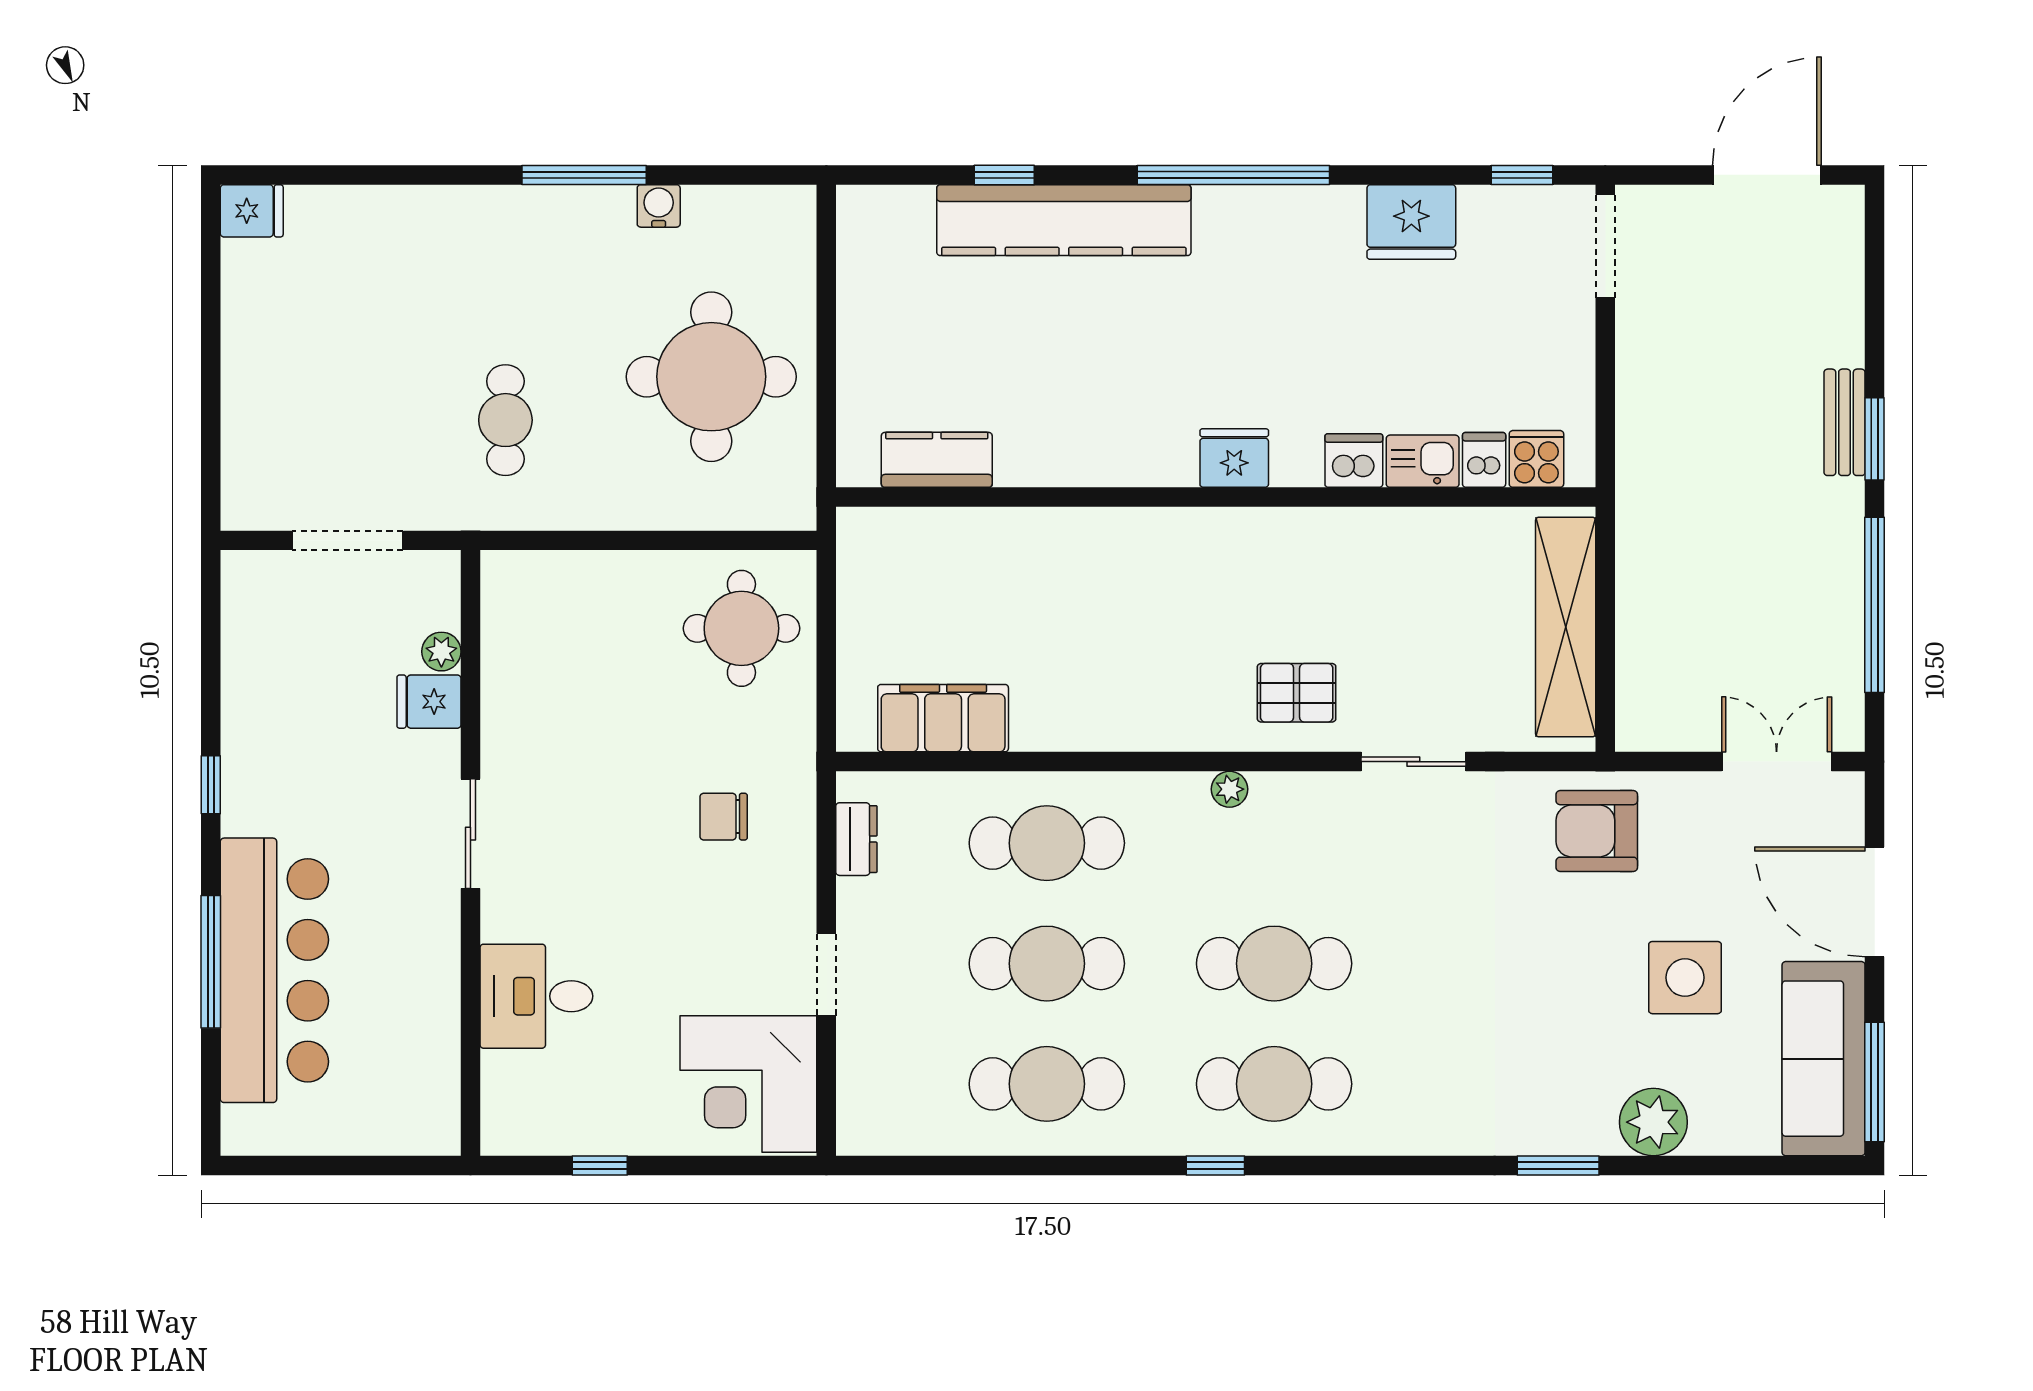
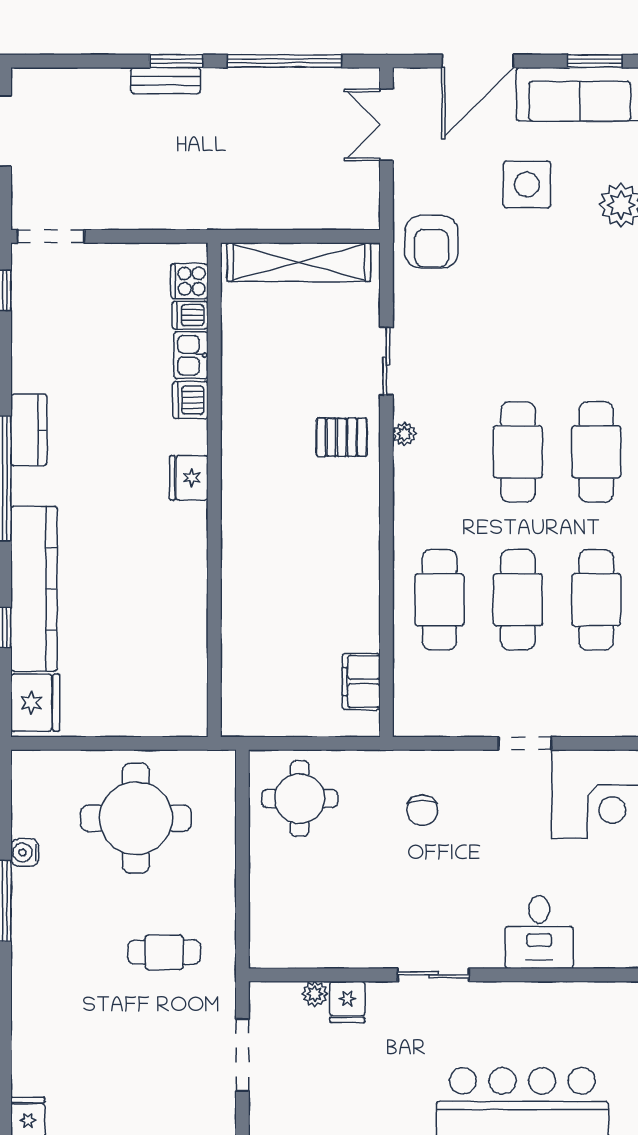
fridge: (1411, 222) -> (35, 703), moved
kitchen counter: (937, 460) -> (29, 430), moved, turned 180
pallet: (1297, 693) -> (342, 437), turned 90
filing cabinet: (943, 718) -> (361, 682), width x0.67, depth x0.86
plant: (1230, 789) -> (404, 434), moved
dresser: (856, 839) -> (437, 724), removed
window: (1875, 1082) -> (595, 61), width x0.69

